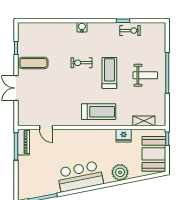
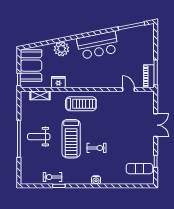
exercise mat: (33, 63) -> (139, 169), moved
treadmill: (109, 73) -> (71, 139), width x1.37, depth x1.38
treadmill: (99, 112) -> (81, 104), turned 180

